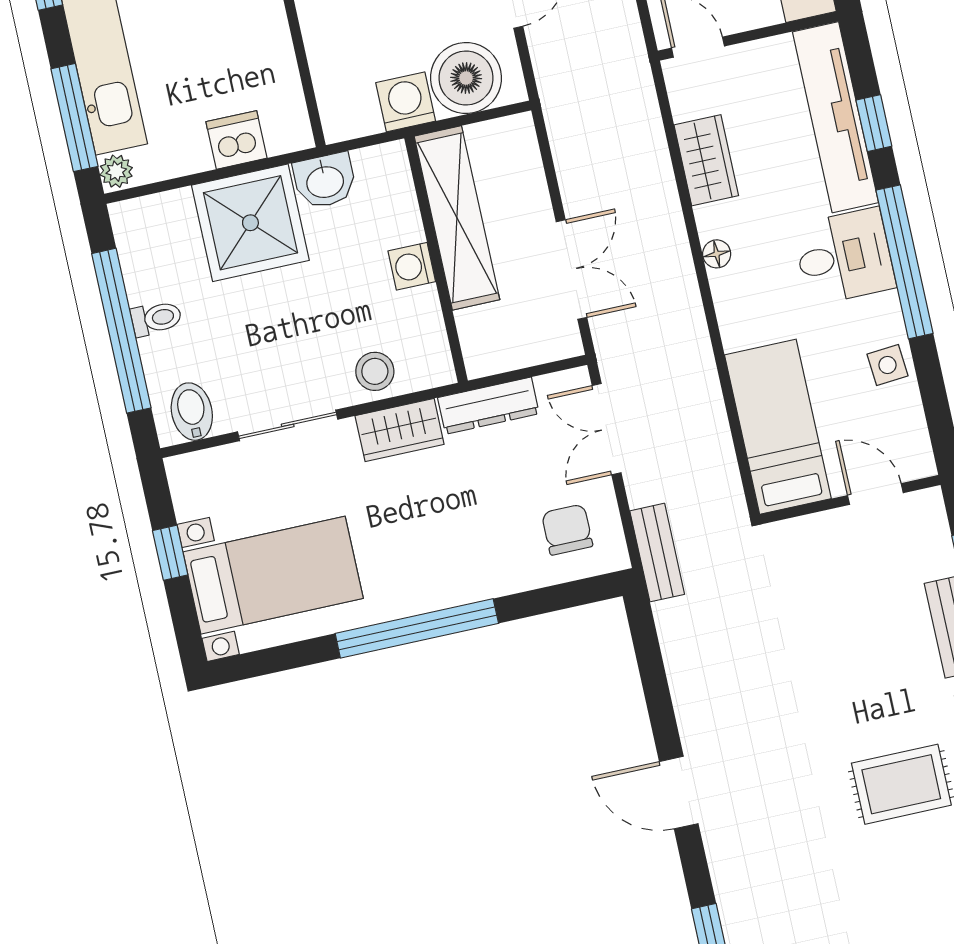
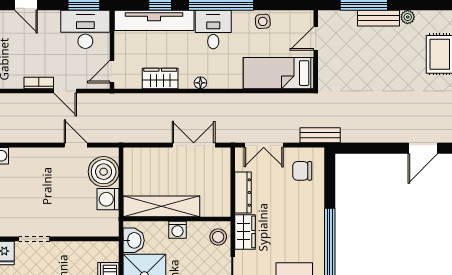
shelving: (457, 218) -> (161, 206), moved
wall: (436, 259) -> (177, 219), moved
washing machine: (412, 266) -> (177, 230), moved

